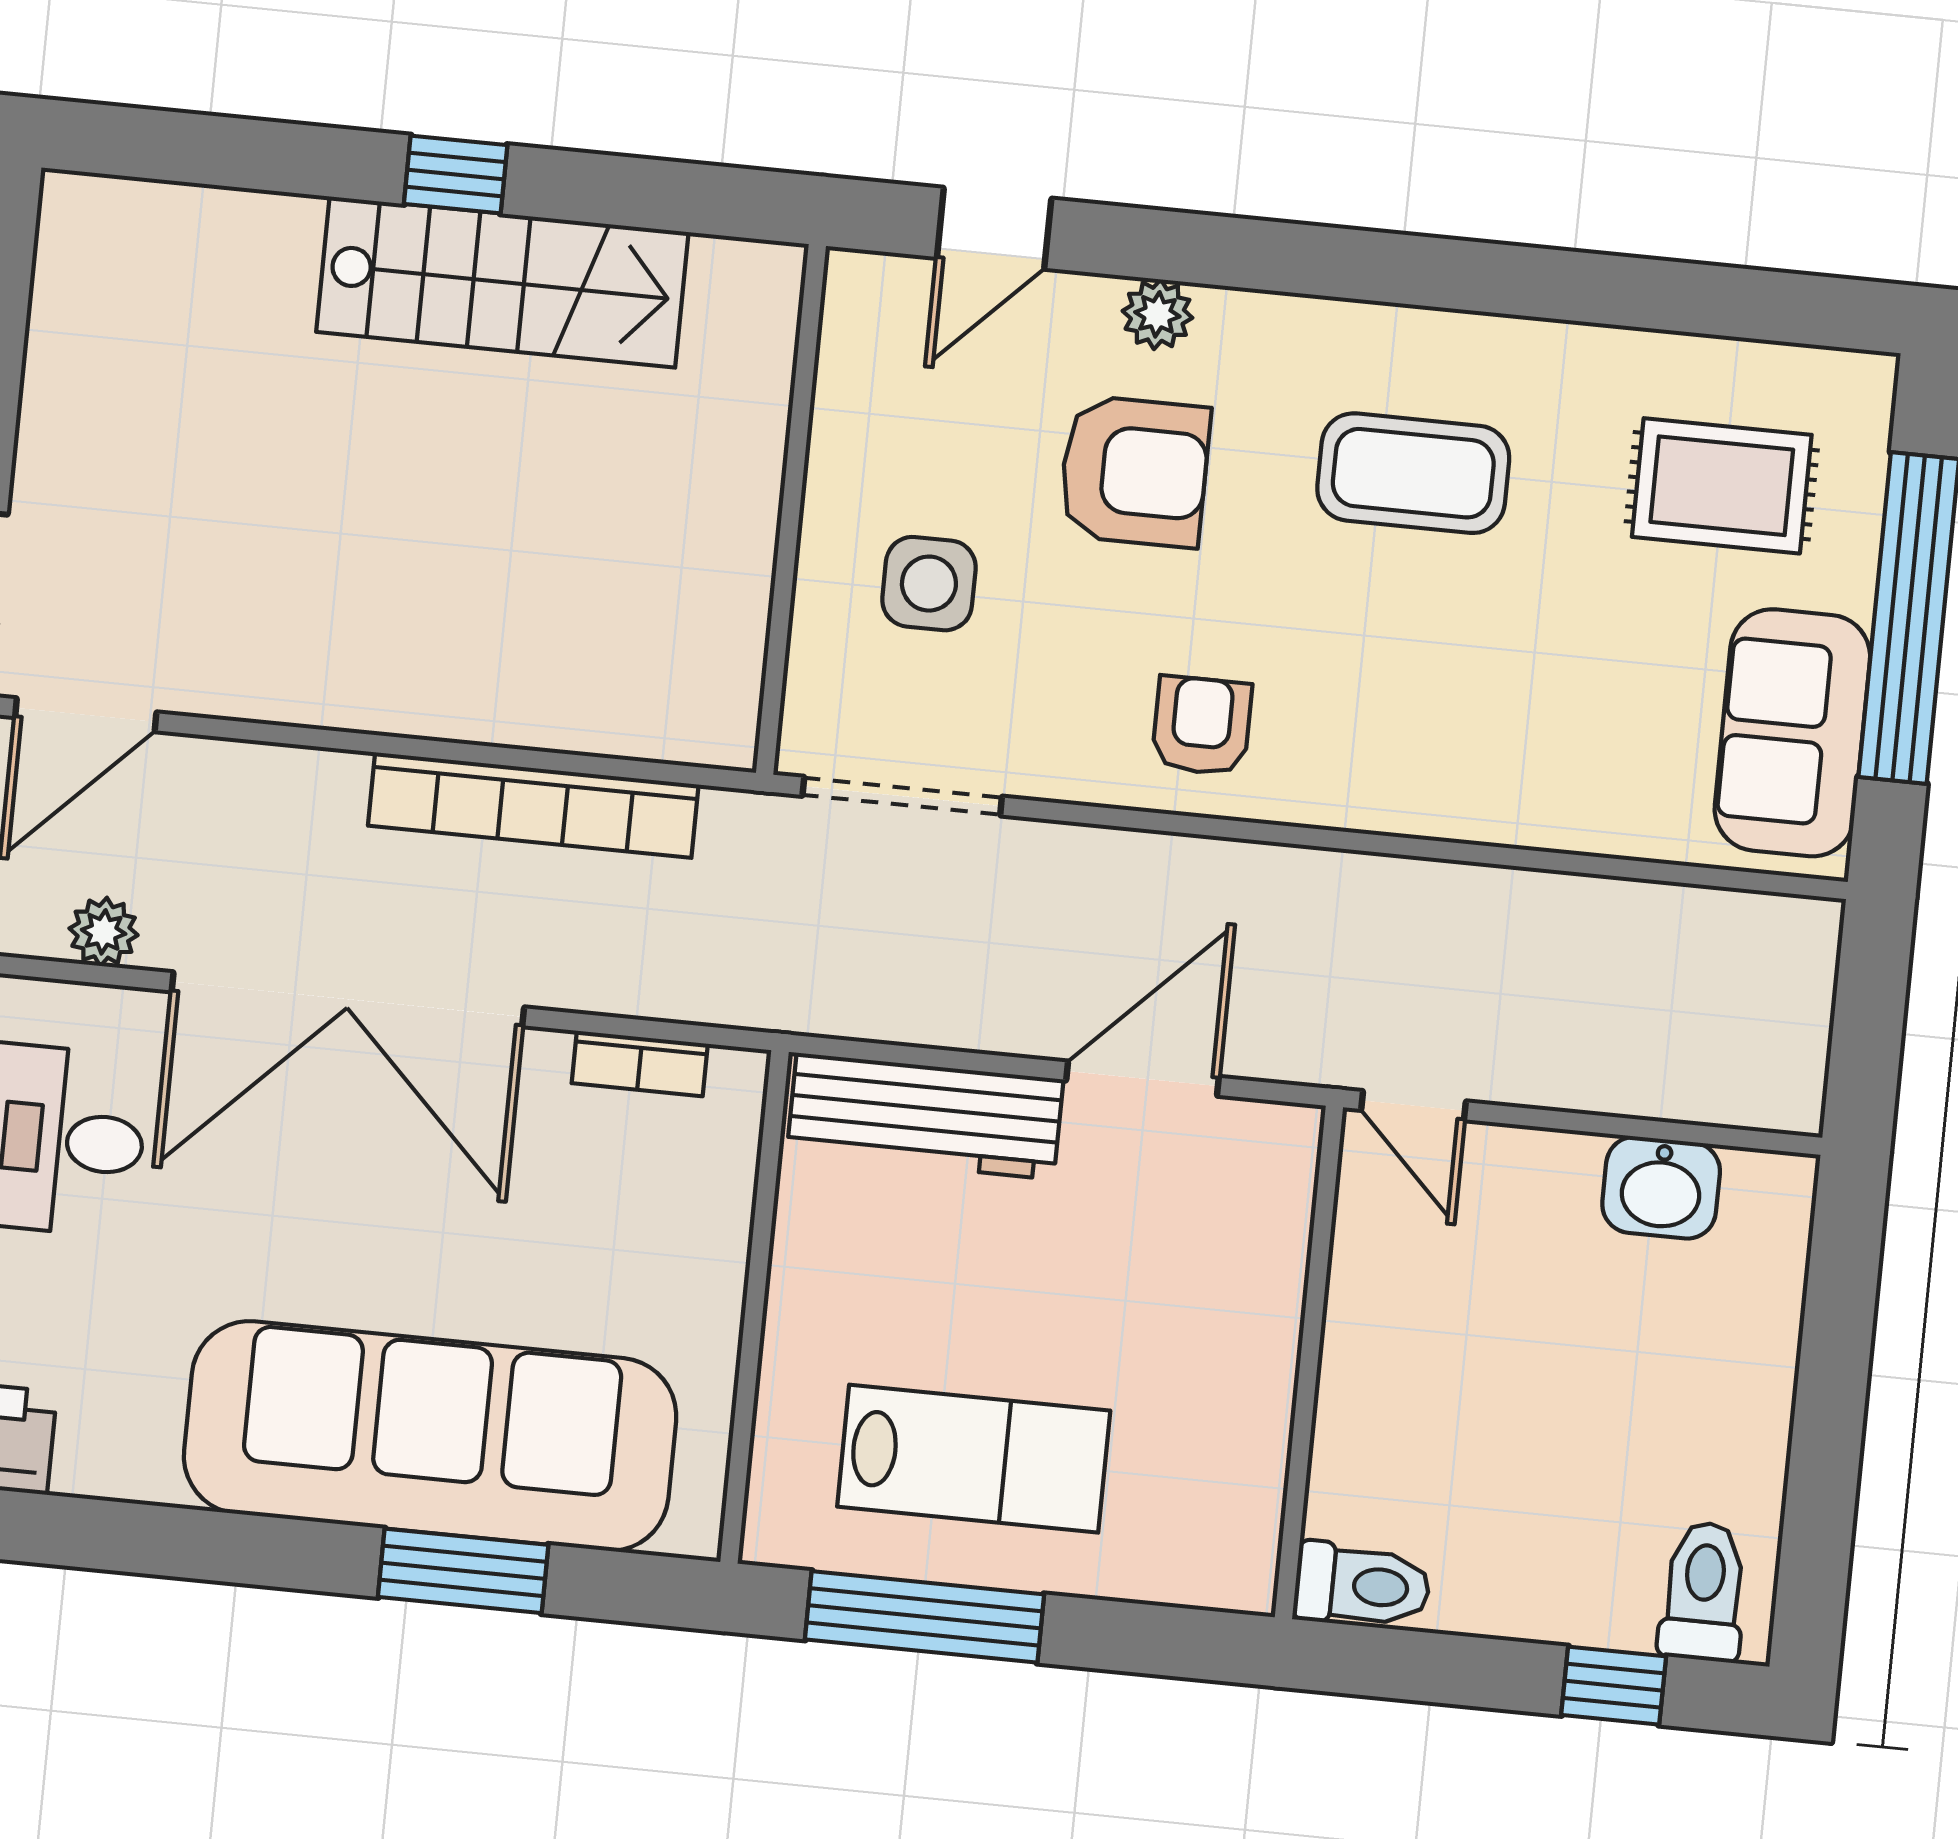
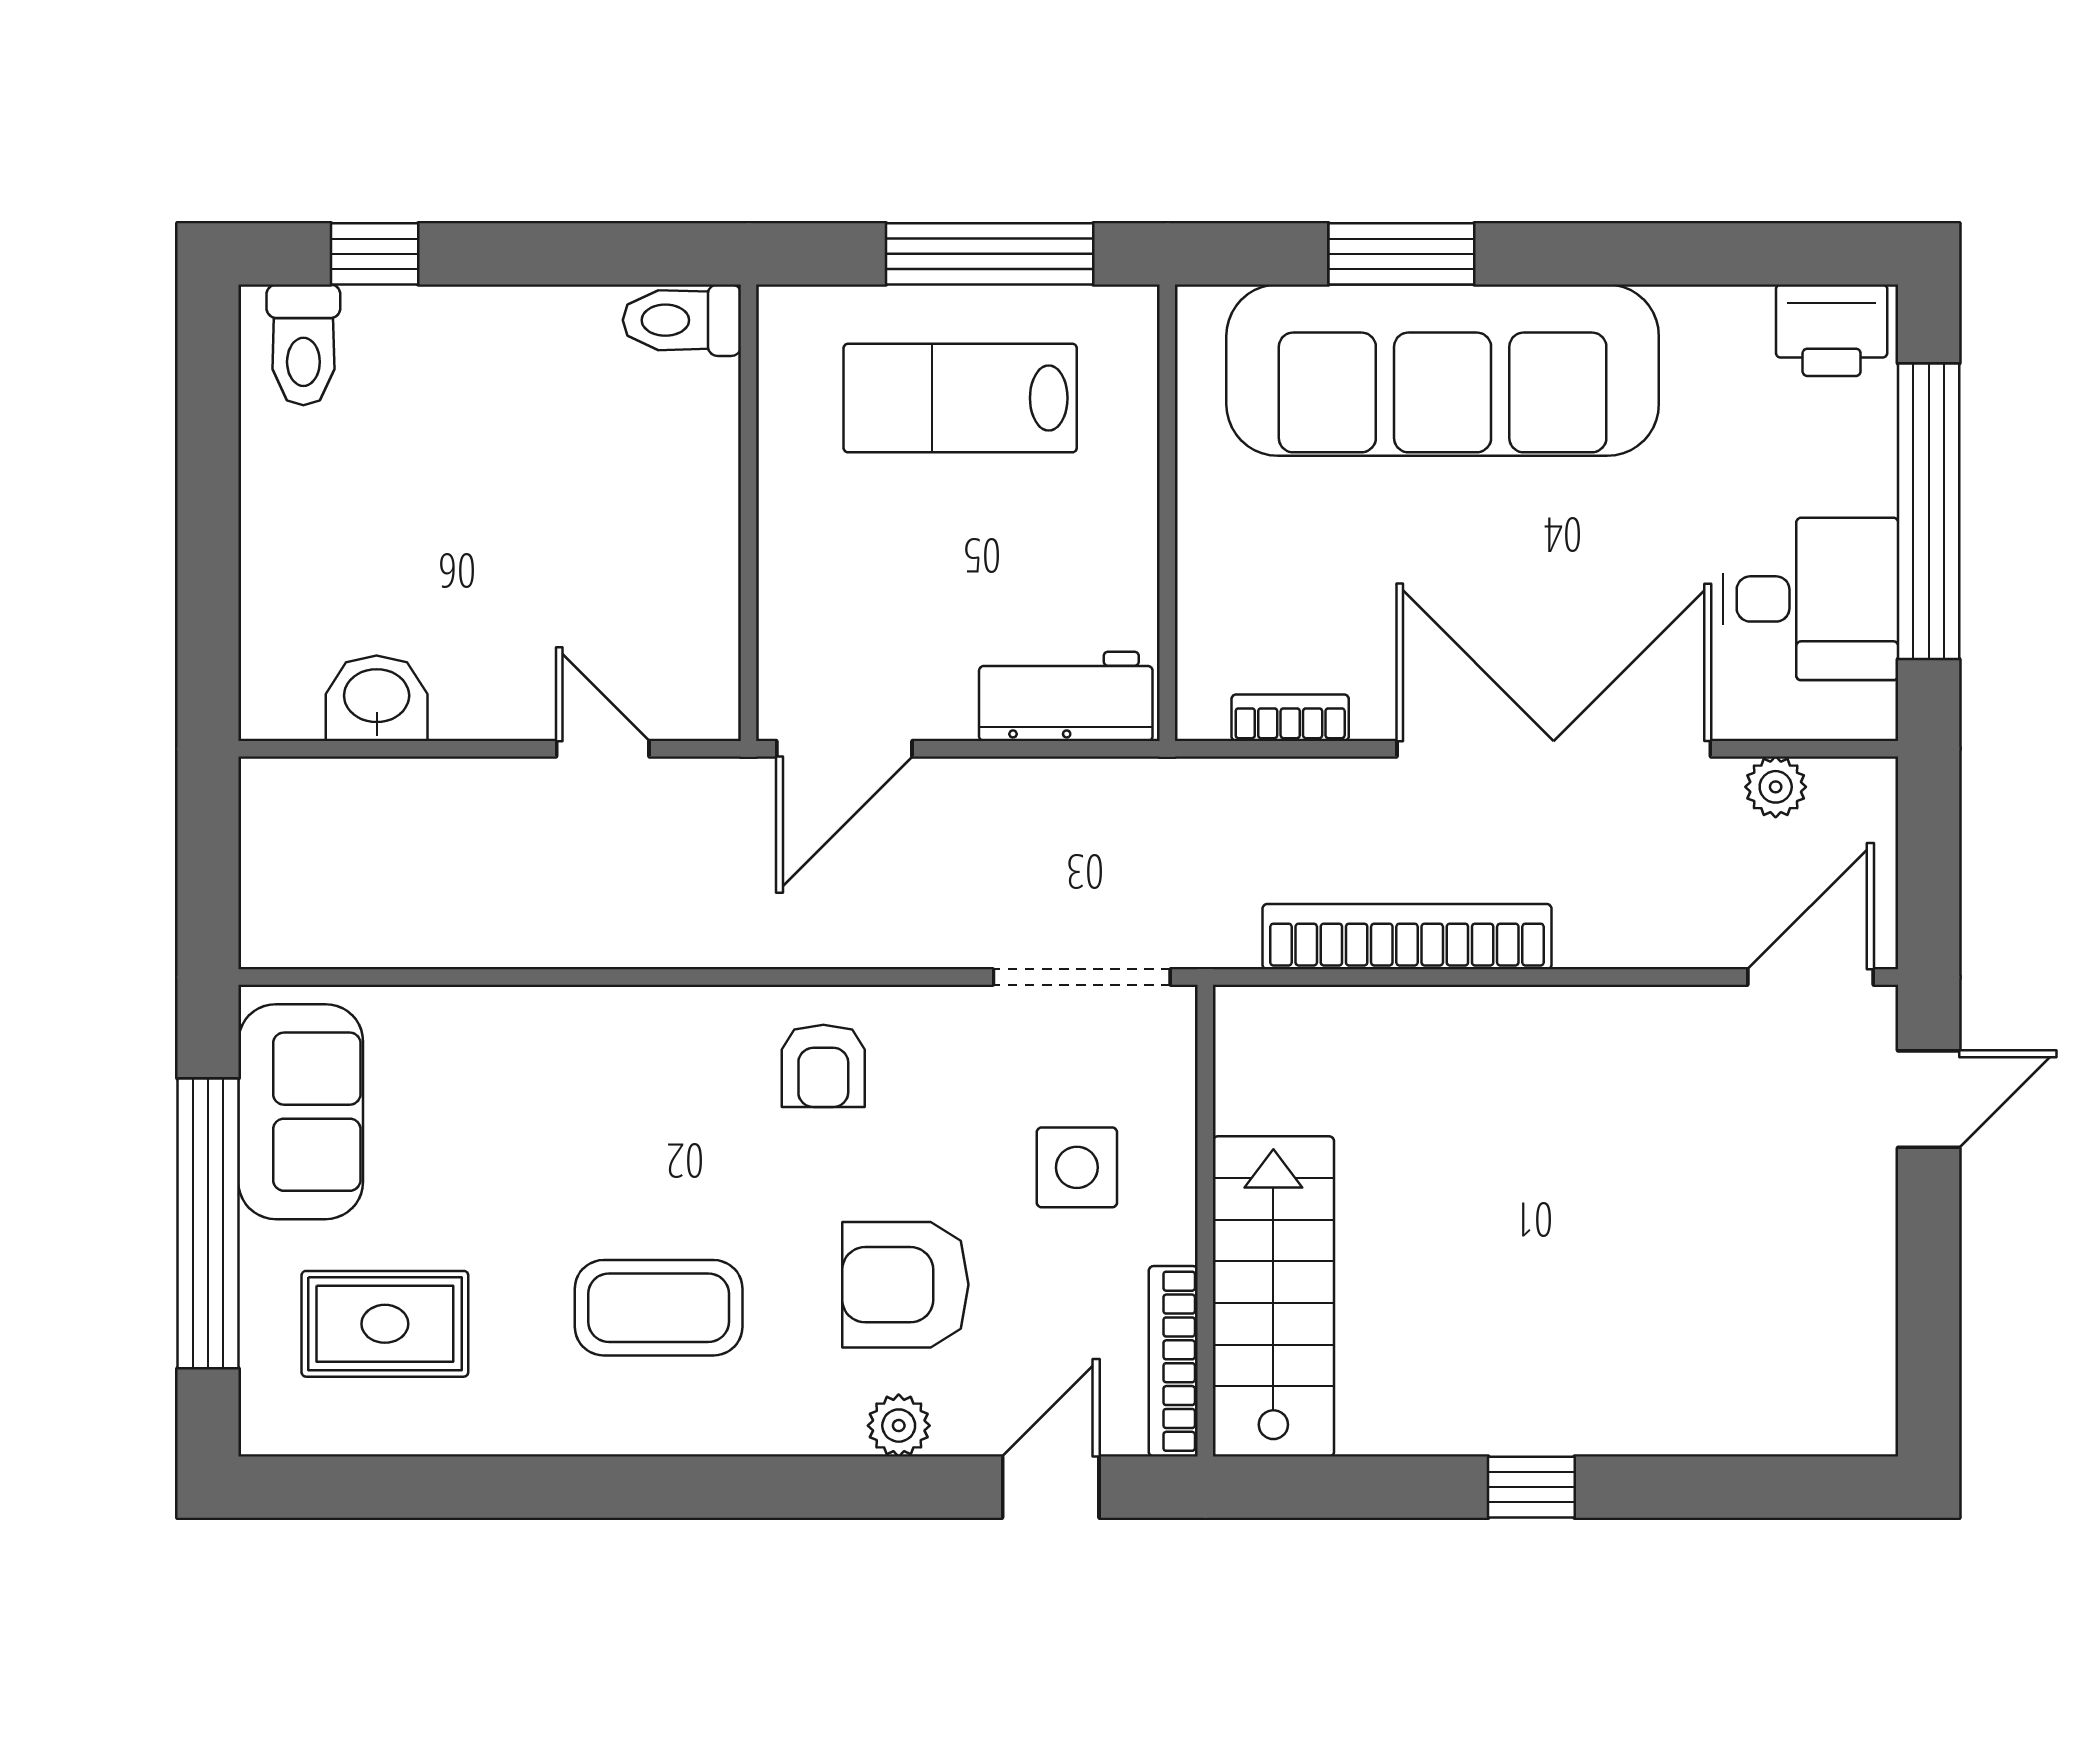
stairs: (502, 282) -> (1273, 1296), moved, turned 90
bookcase: (843, 356) -> (1173, 1361), added
workbench: (925, 1116) -> (1066, 696), width x0.73
wall: (1309, 1362) -> (749, 513), moved
toilet: (1362, 1585) -> (682, 320), moved

